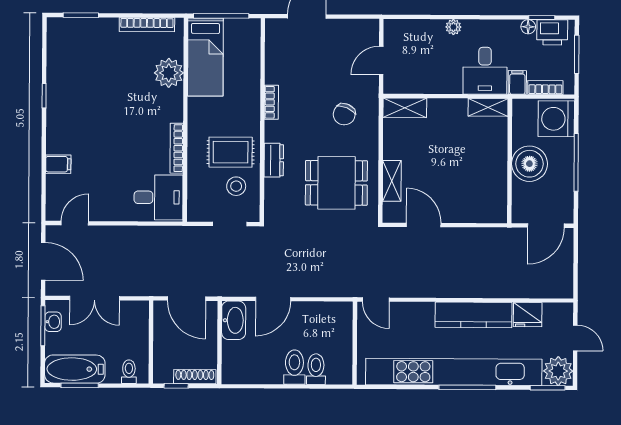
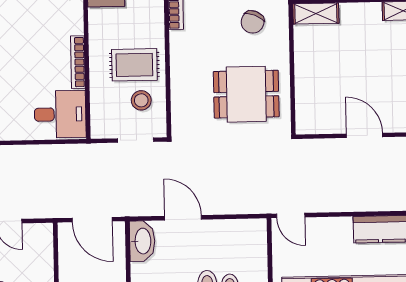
dresser: (274, 160) -> (180, 72), removed
shelving: (392, 181) -> (304, 91), removed
door: (424, 225) -> (365, 135), moved
door: (273, 299) -> (183, 218), swing flipped

